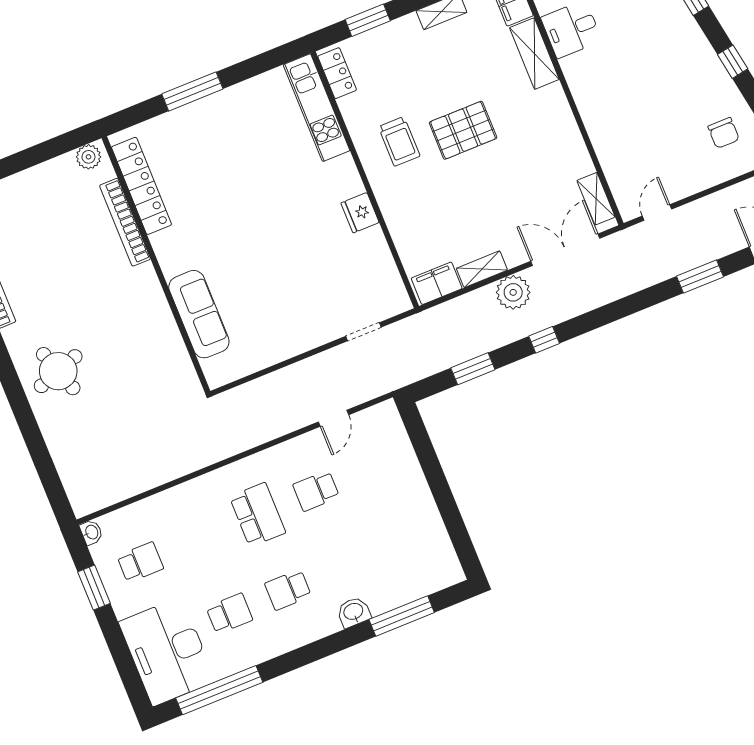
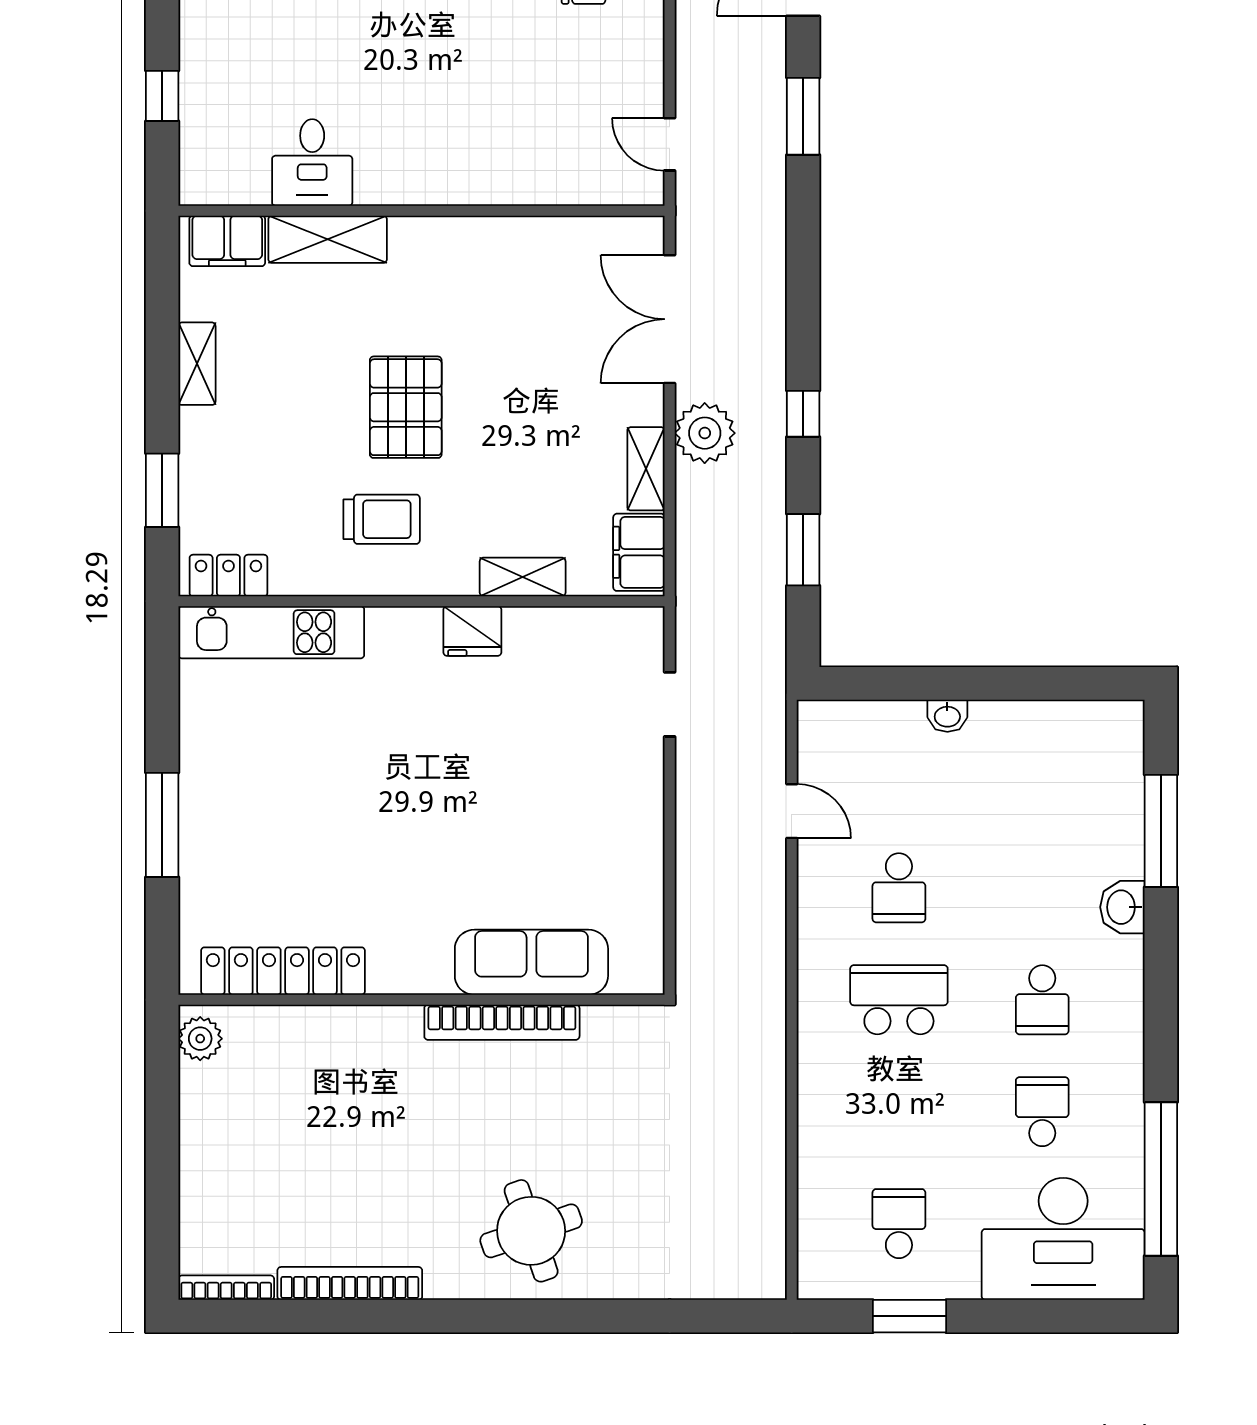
shelving: (596, 199) -> (523, 577), moved
bookcase: (125, 222) -> (502, 1022), moved
washbasin: (91, 532) -> (947, 716), moved, turned 180

